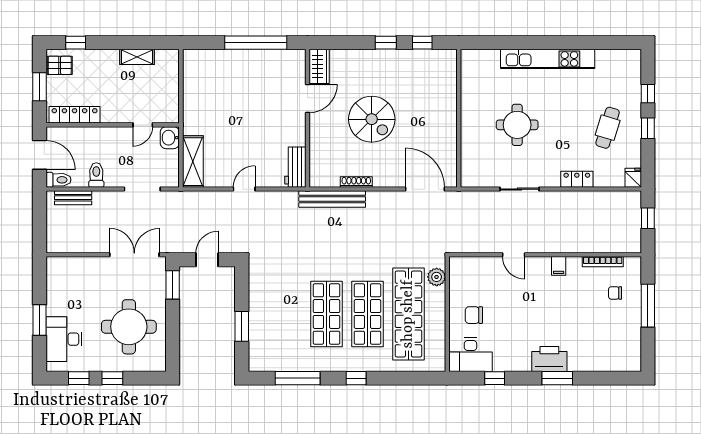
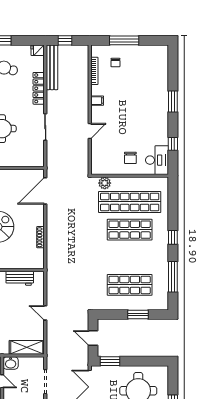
workbench: (295, 167) -> (20, 278), moved
locker: (577, 179) -> (39, 88), width x1.53
bench: (332, 199) -> (52, 67), moved
shop shelf: (327, 314) -> (130, 285), moved
printer: (549, 359) -> (160, 107), removed

